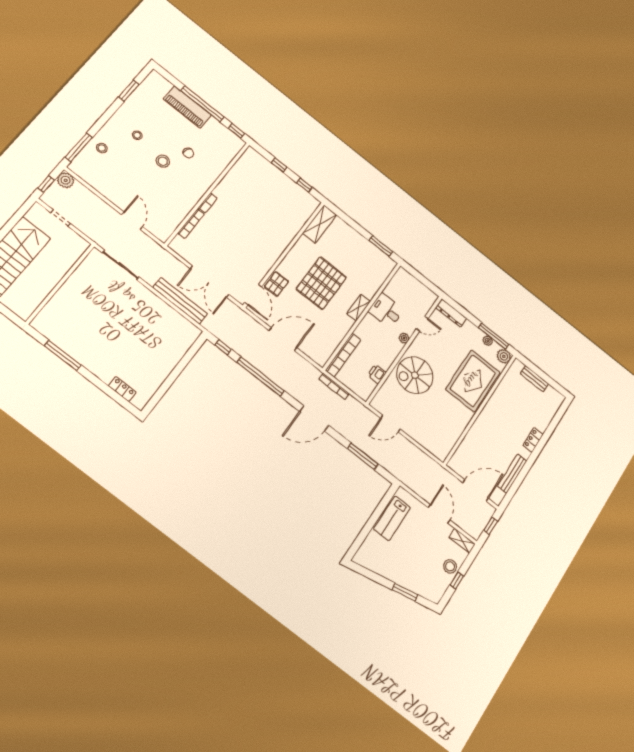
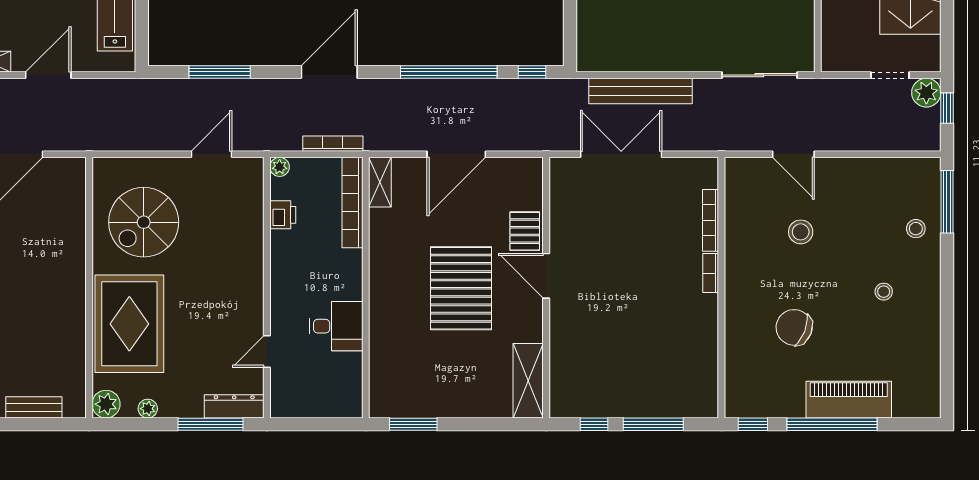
window: (129, 91) -> (947, 351), removed
chair: (188, 153) -> (794, 327), width x1.87, depth x1.87
stool: (163, 161) -> (801, 232), moved
window: (279, 165) -> (653, 424), width x2.17
plant: (66, 180) -> (926, 93), moved
door: (253, 295) -> (546, 276), moved
shelving: (359, 308) -> (380, 182), moved
window: (494, 336) -> (211, 424), moved
plant: (404, 338) -> (280, 167), moved
spiral stairs: (415, 375) -> (144, 222), moved, turned 180
door: (439, 514) -> (48, 75), swing flipped

